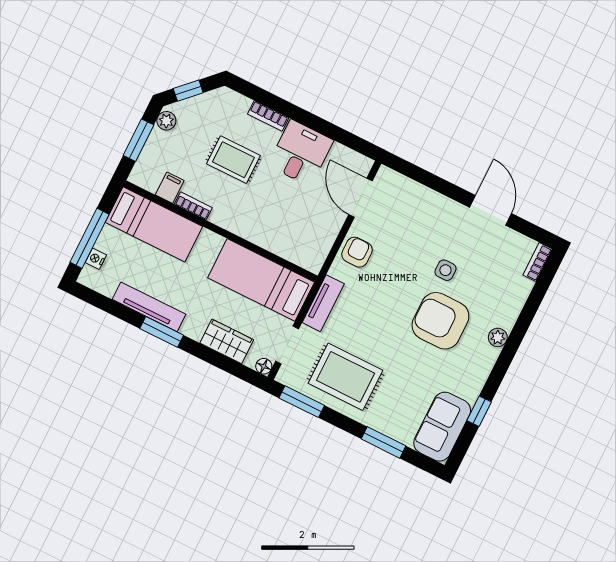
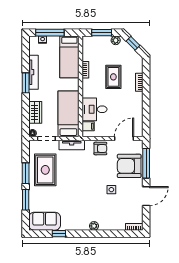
desk: (301, 153) -> (94, 109), moved, turned 180
window: (428, 179) -> (146, 163), added
filing cabinet: (170, 188) -> (88, 126), moved
armchair: (440, 321) -> (129, 166), moved, turned -90
window: (302, 402) -> (26, 173), moved

